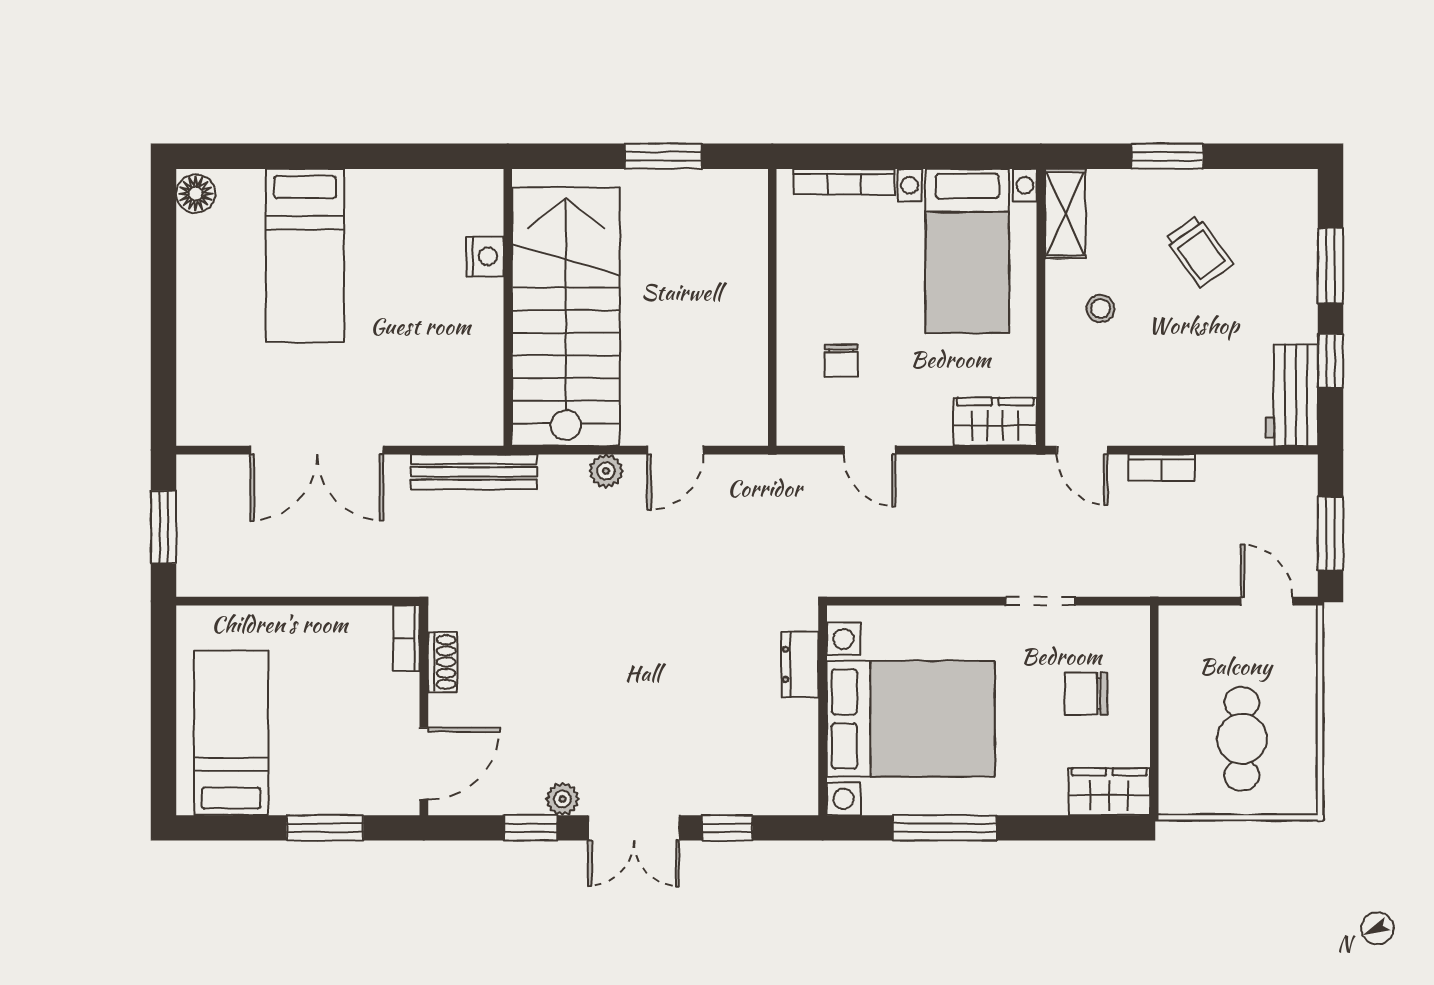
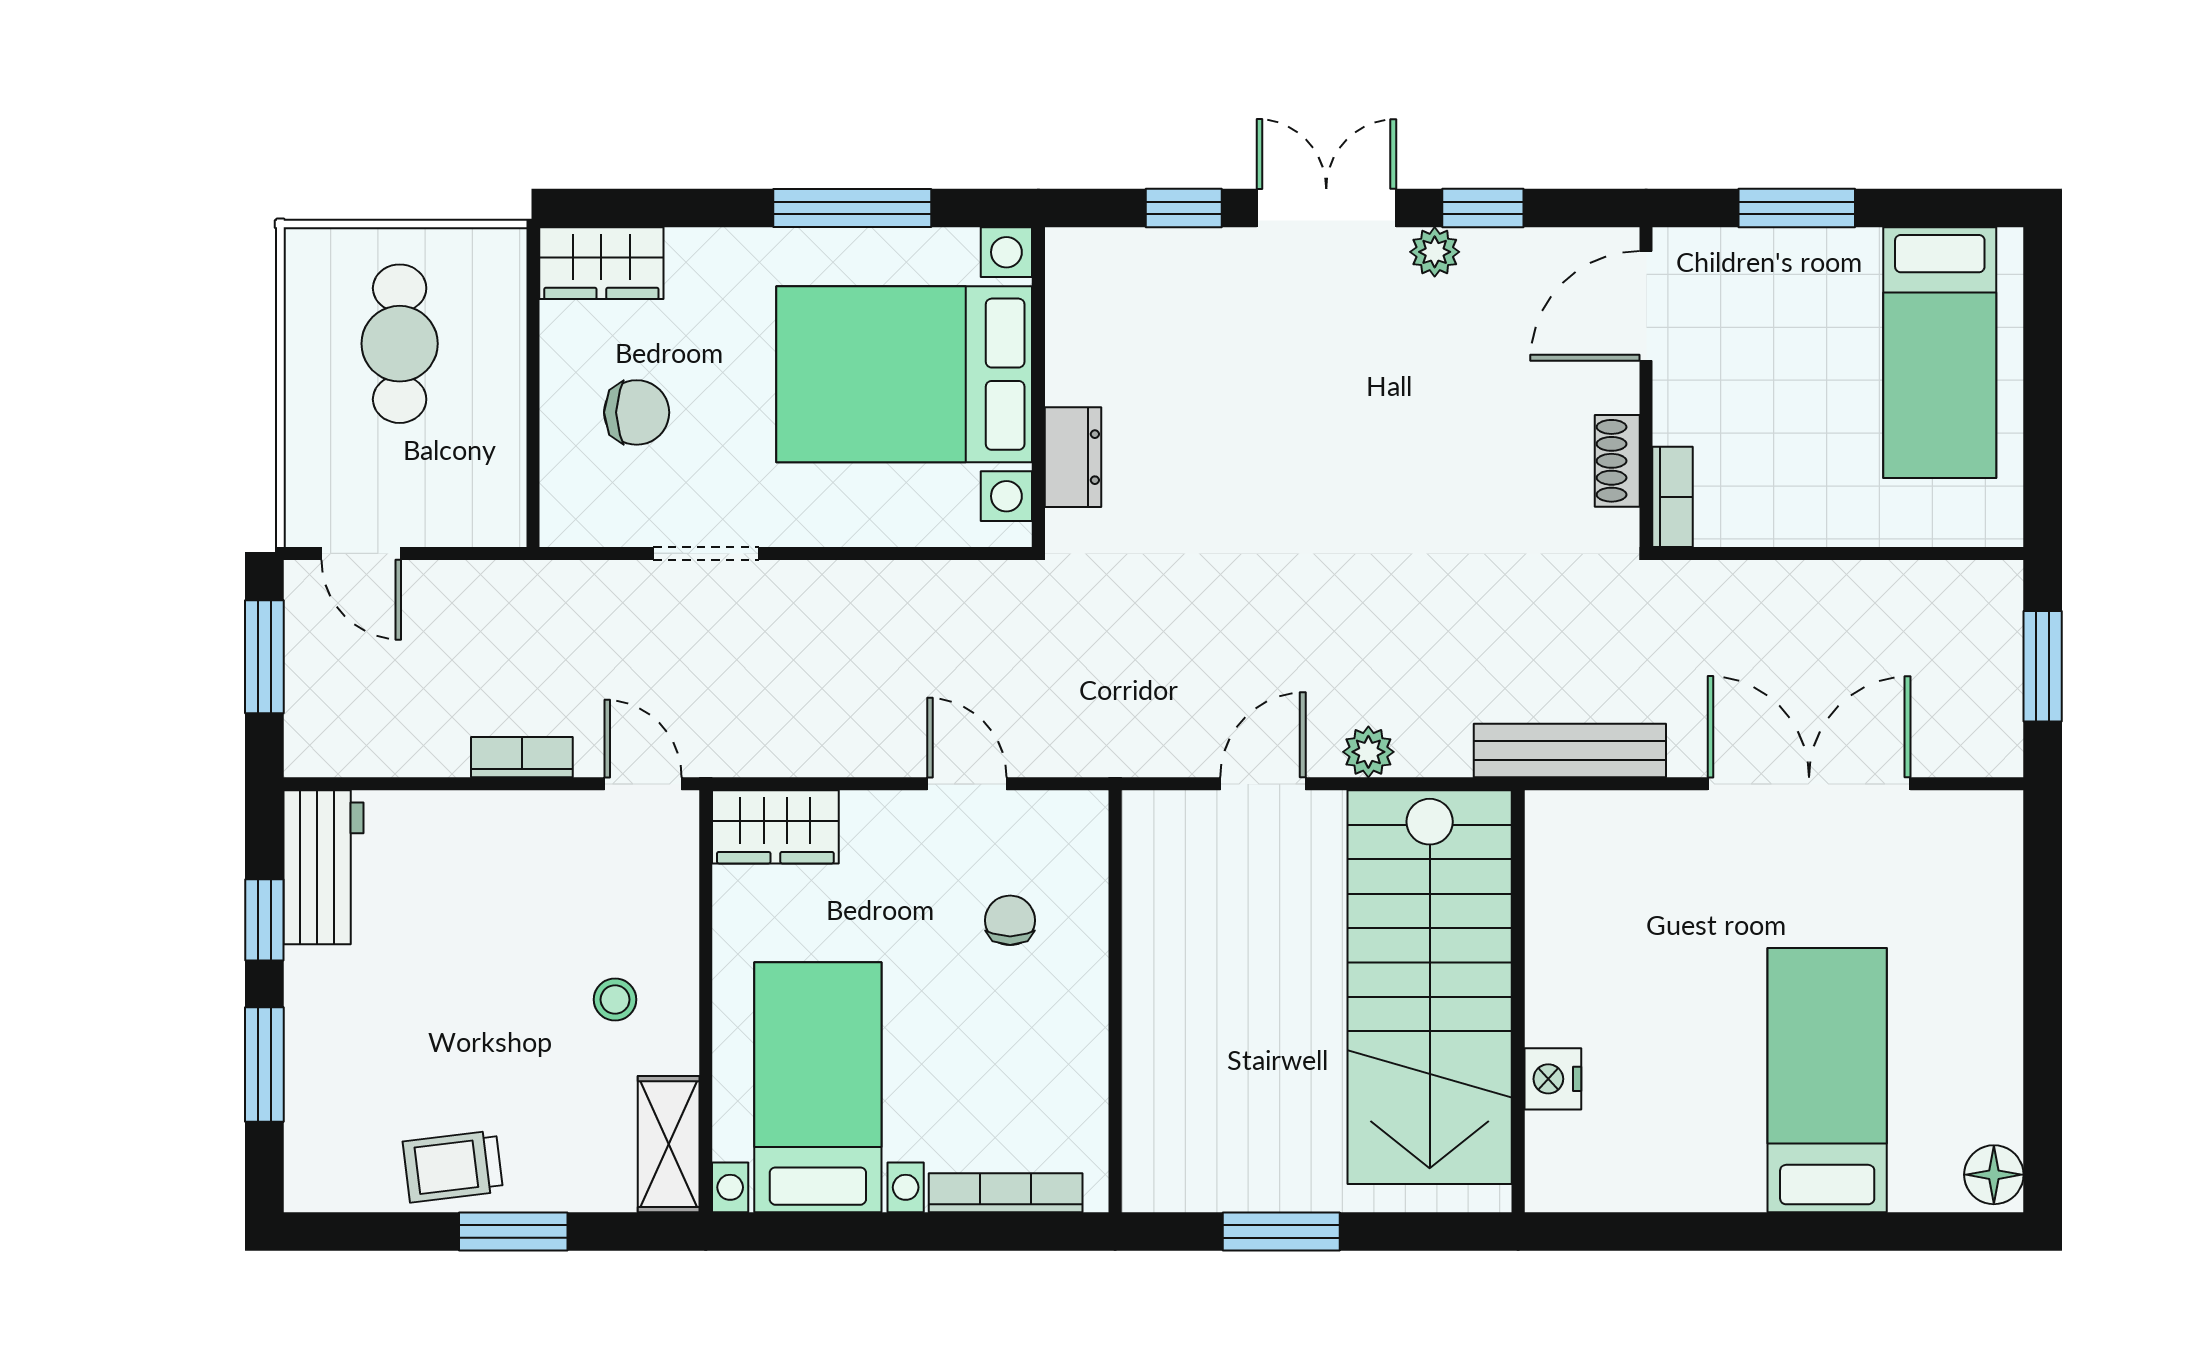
trolley: (1199, 251) -> (453, 1166), moved, turned -61

